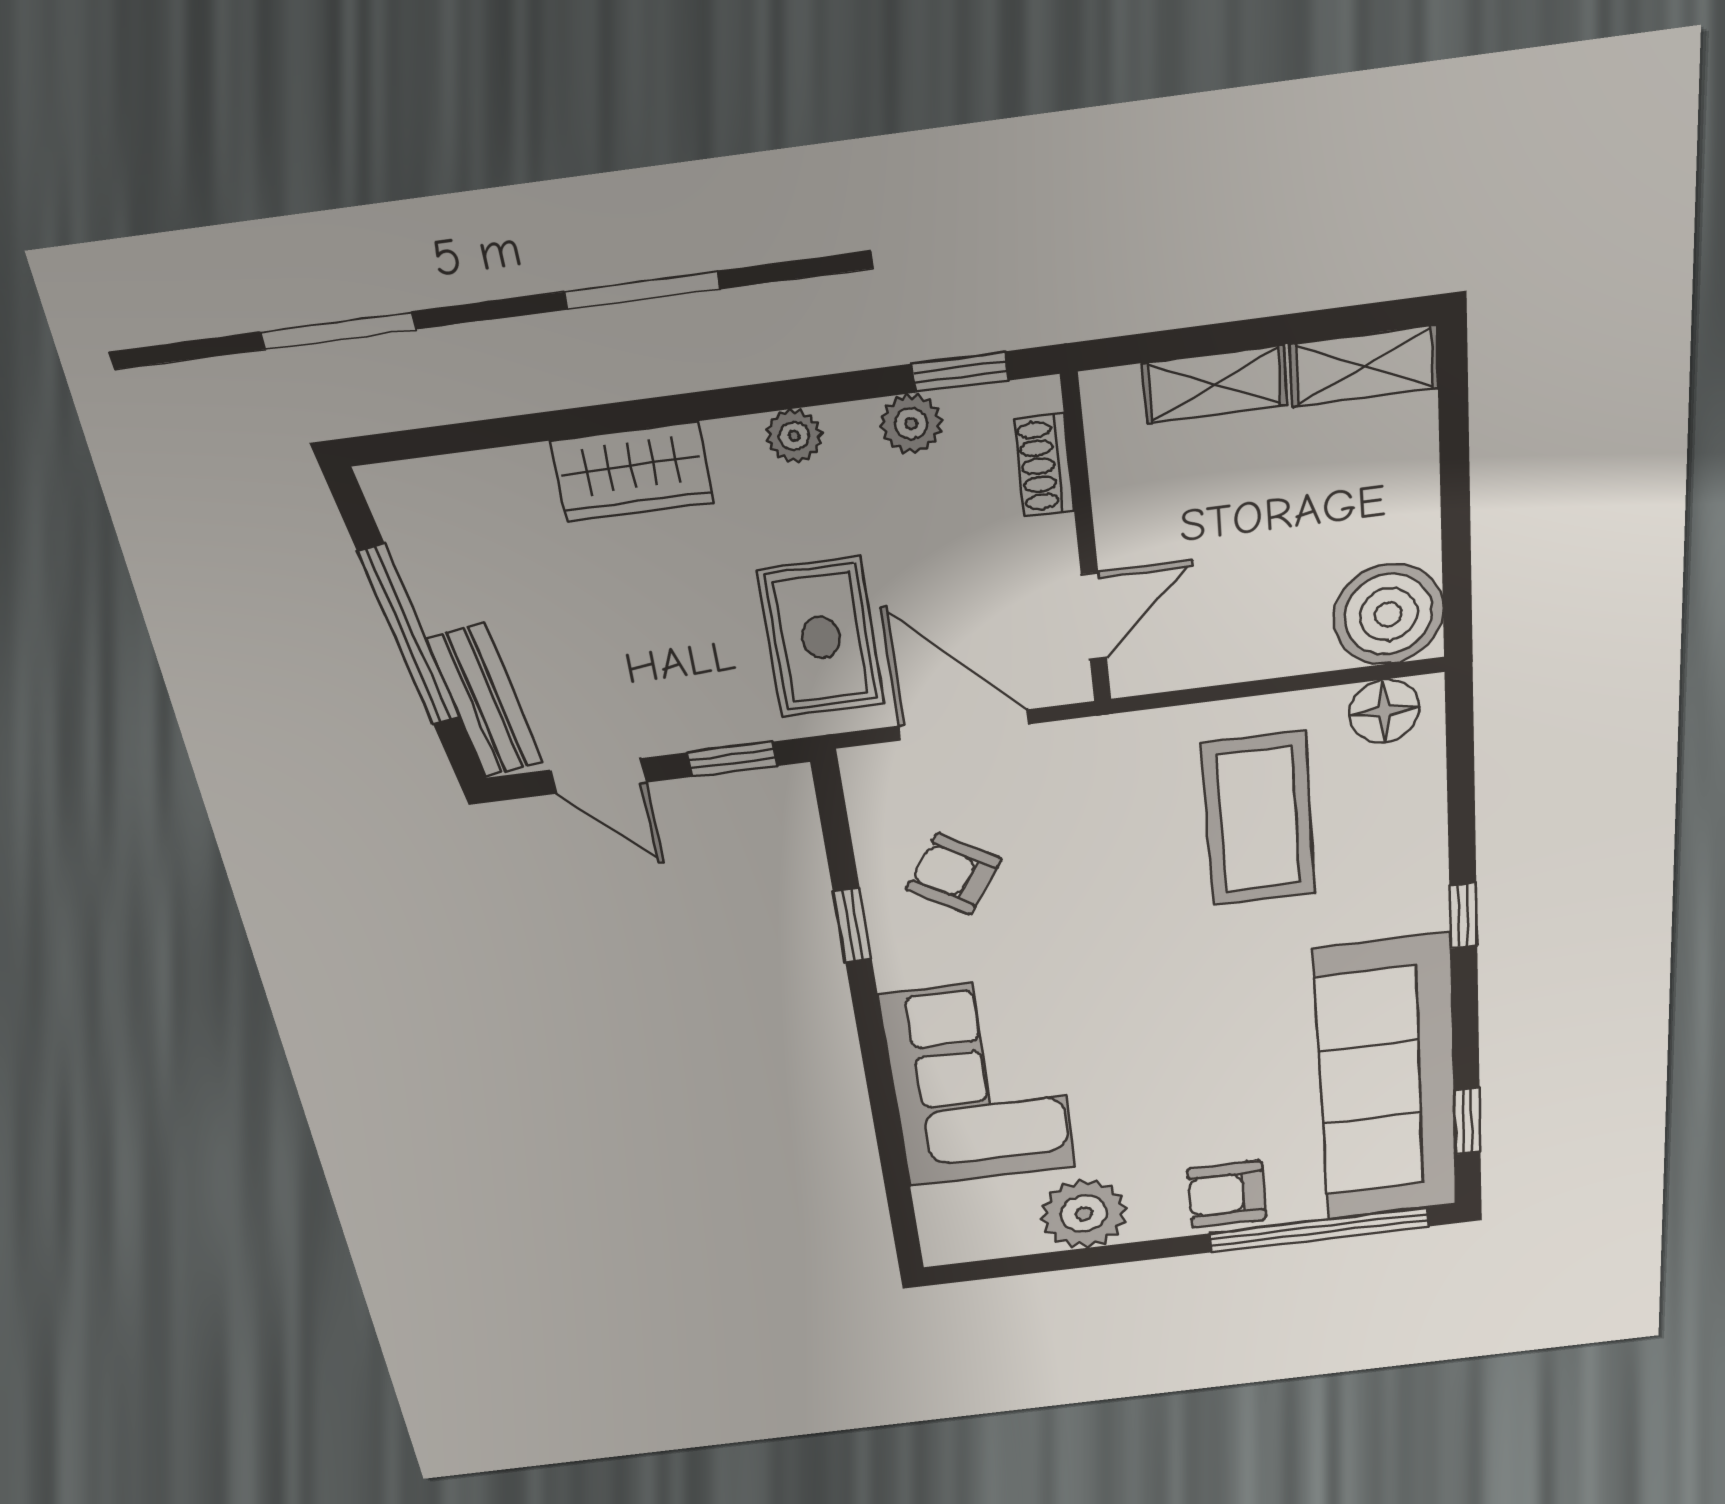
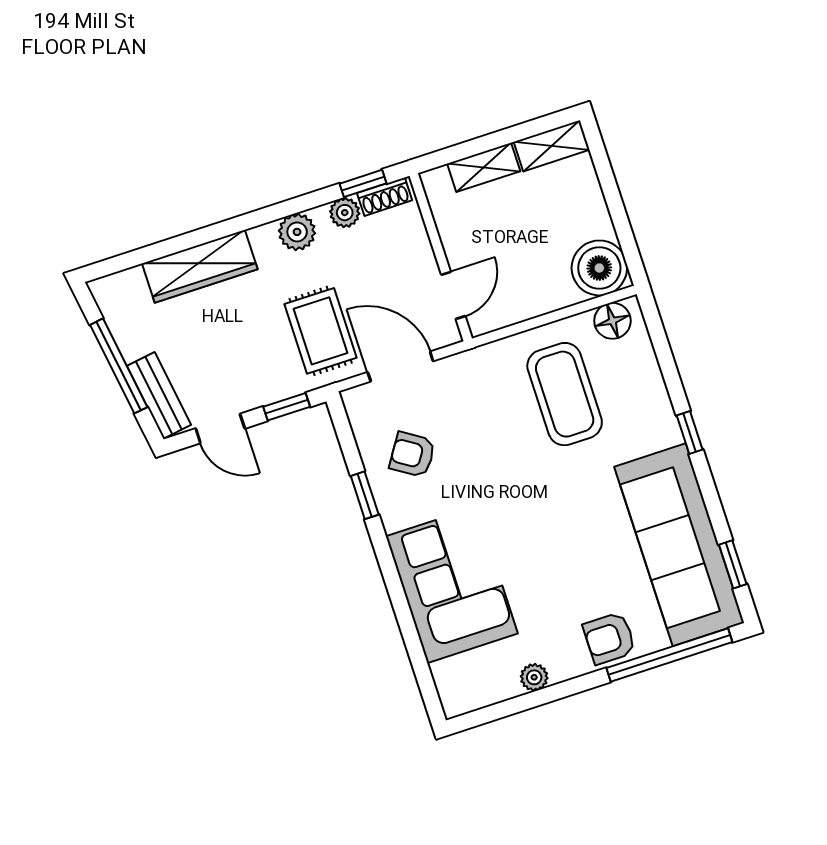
plant: (794, 436) -> (297, 232), width x1.38, depth x1.38
shoe rack: (1044, 465) -> (385, 197), moved, turned -90
wardrobe: (632, 472) -> (200, 266), width x1.50
plant: (1084, 1214) -> (534, 677), width x0.53, depth x0.53

